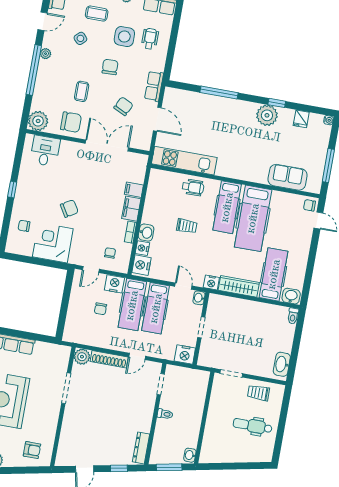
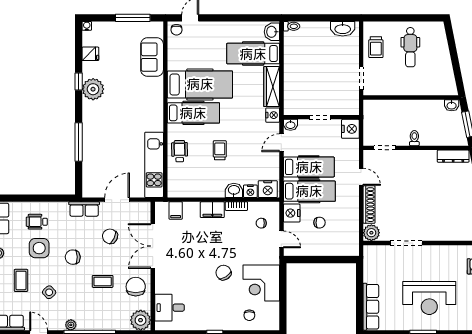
filing cabinet: (134, 190) -> (176, 211), moved

